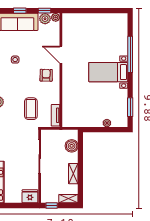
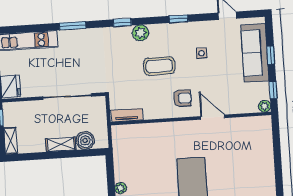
plant: (45, 19) -> (262, 91), removed
door: (61, 55) -> (213, 117), hinge flipped
coffee table: (31, 109) -> (159, 66), moved
shelving: (73, 174) -> (61, 144), moved

